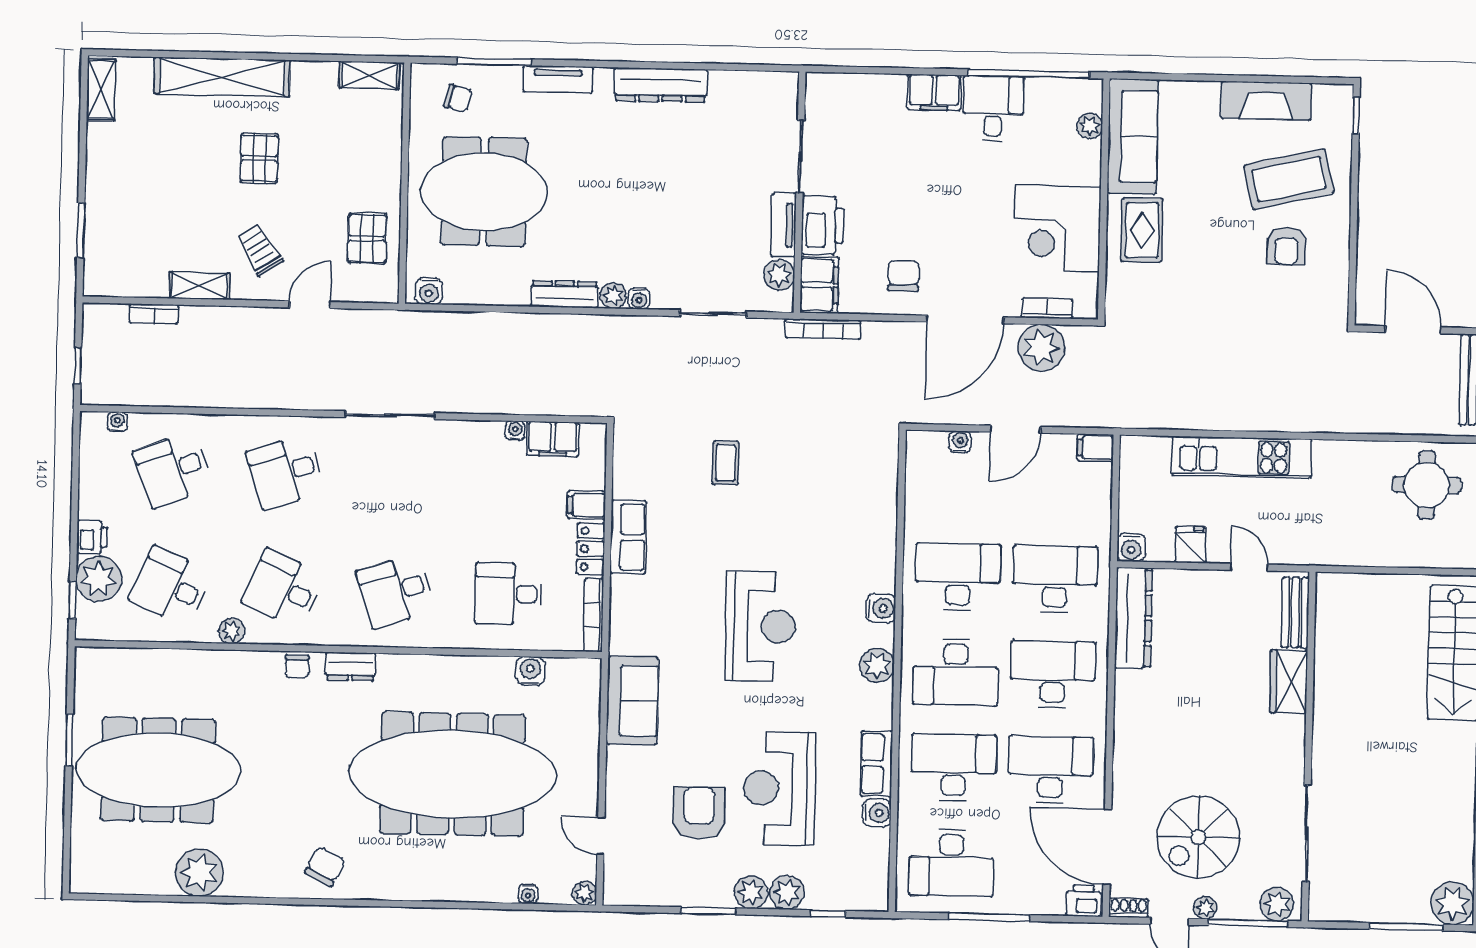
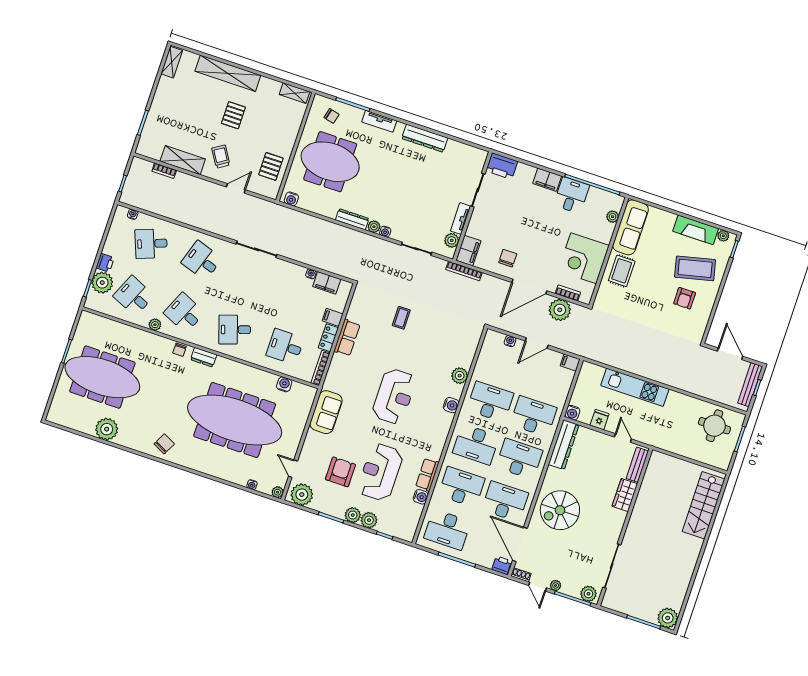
plant: (1326, 95) -> (723, 236), added
printer: (823, 225) -> (502, 166), moved, turned 90
shelving: (199, 286) -> (183, 160), width x1.50, depth x1.33
desk: (286, 472) -> (202, 260), turned 36
plant: (877, 665) -> (460, 376), moved
spiral stairs: (1198, 837) -> (560, 510), moved
plant: (635, 883) -> (302, 495), added

